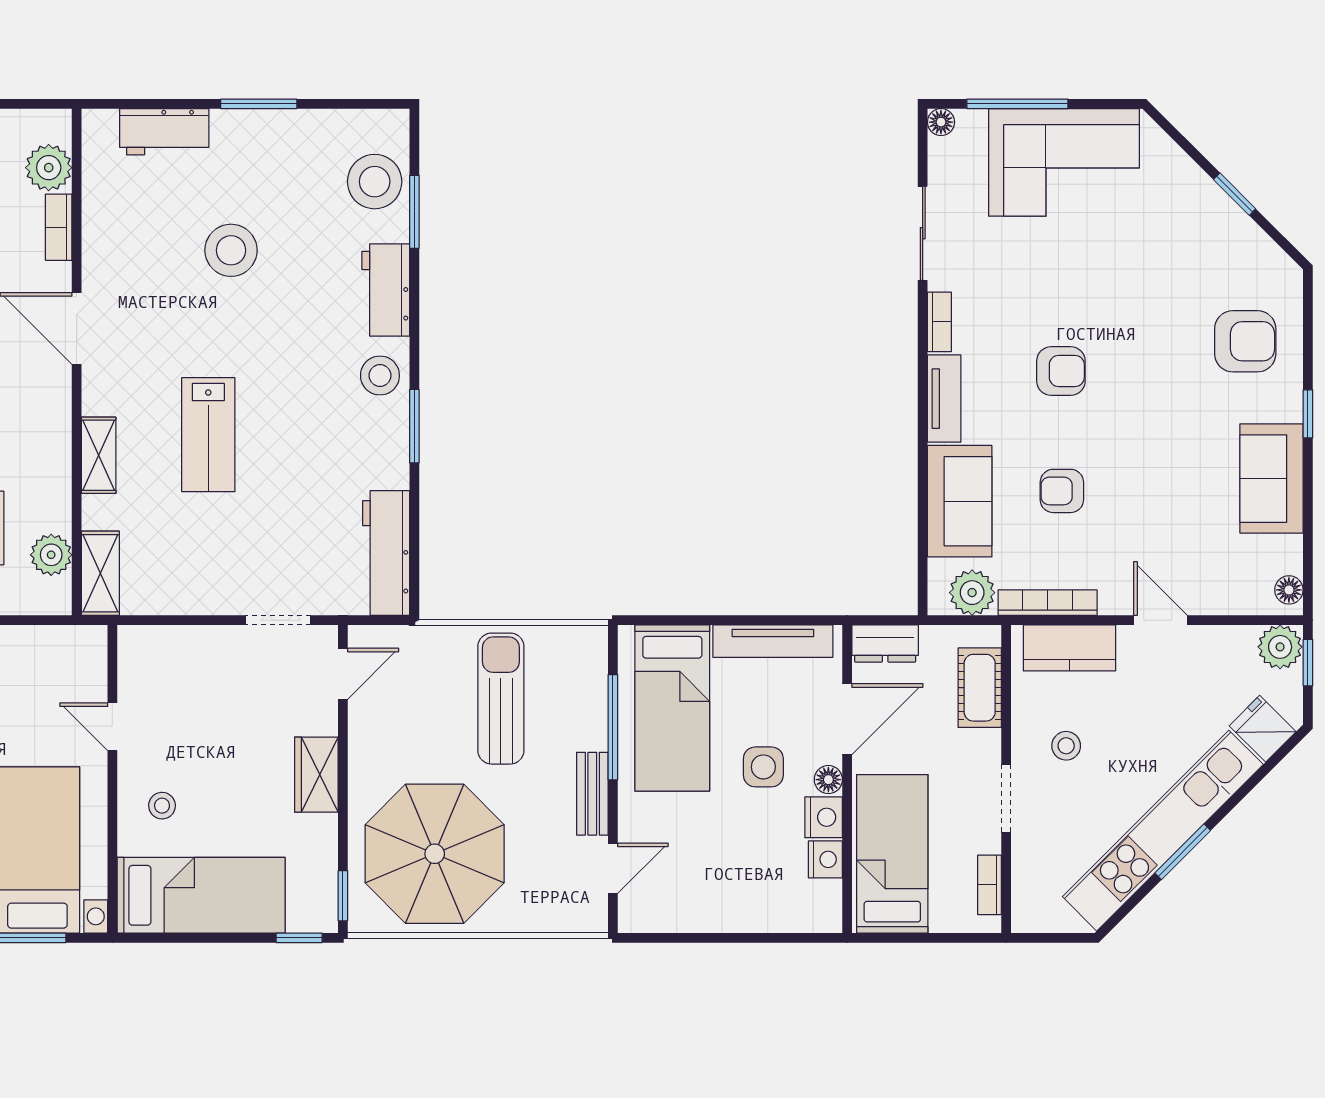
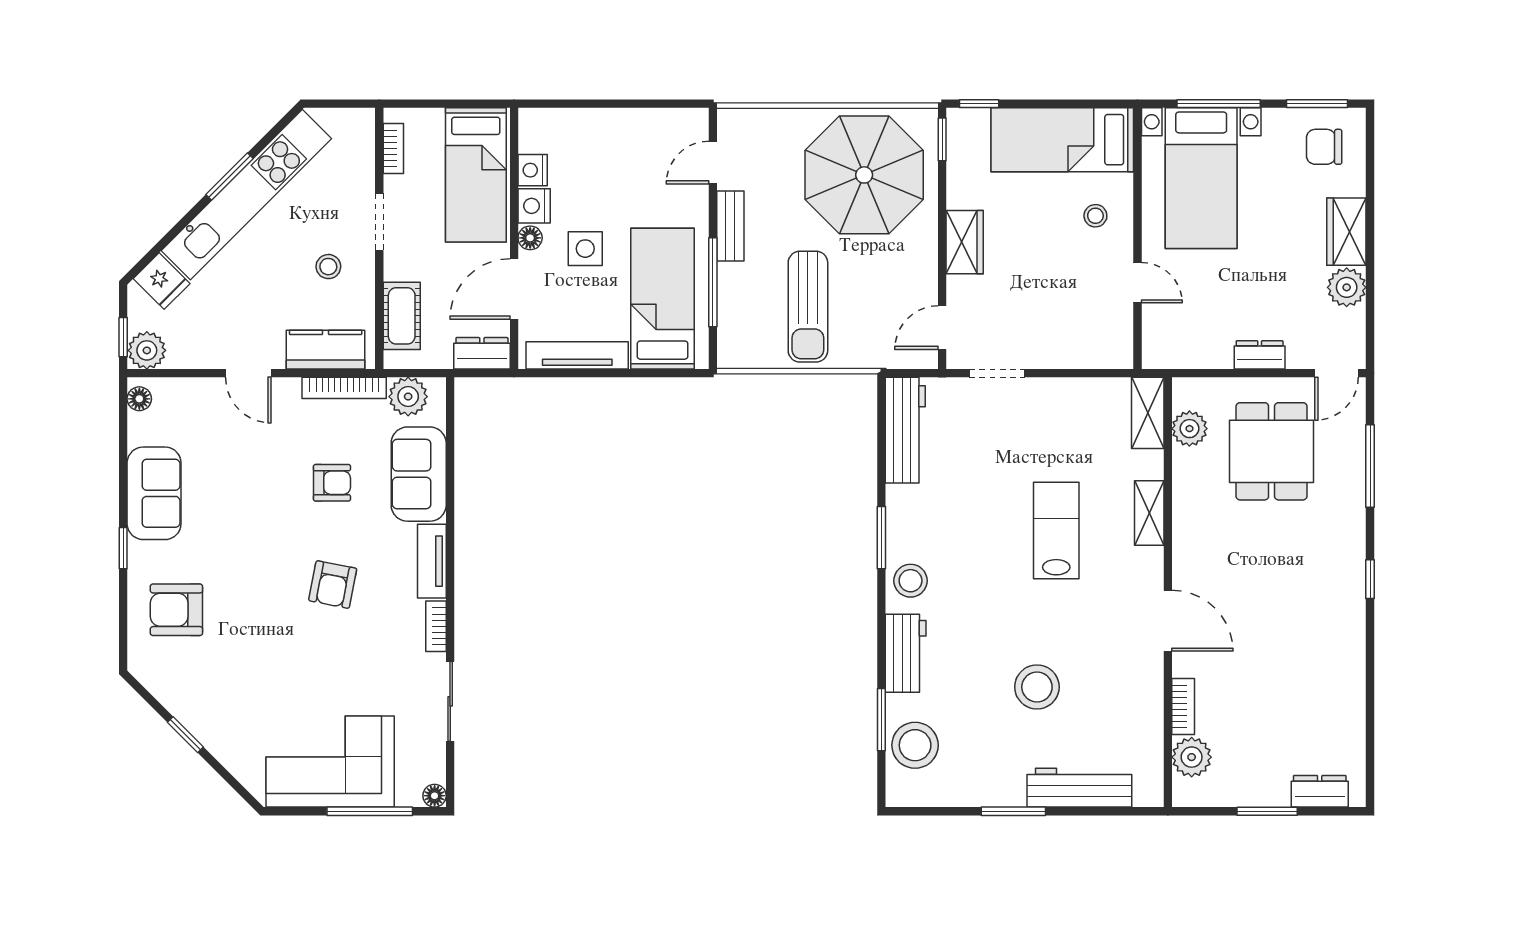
workbench: (164, 132) -> (1079, 788), width x1.38
armchair: (1061, 371) -> (333, 585), turned -79

